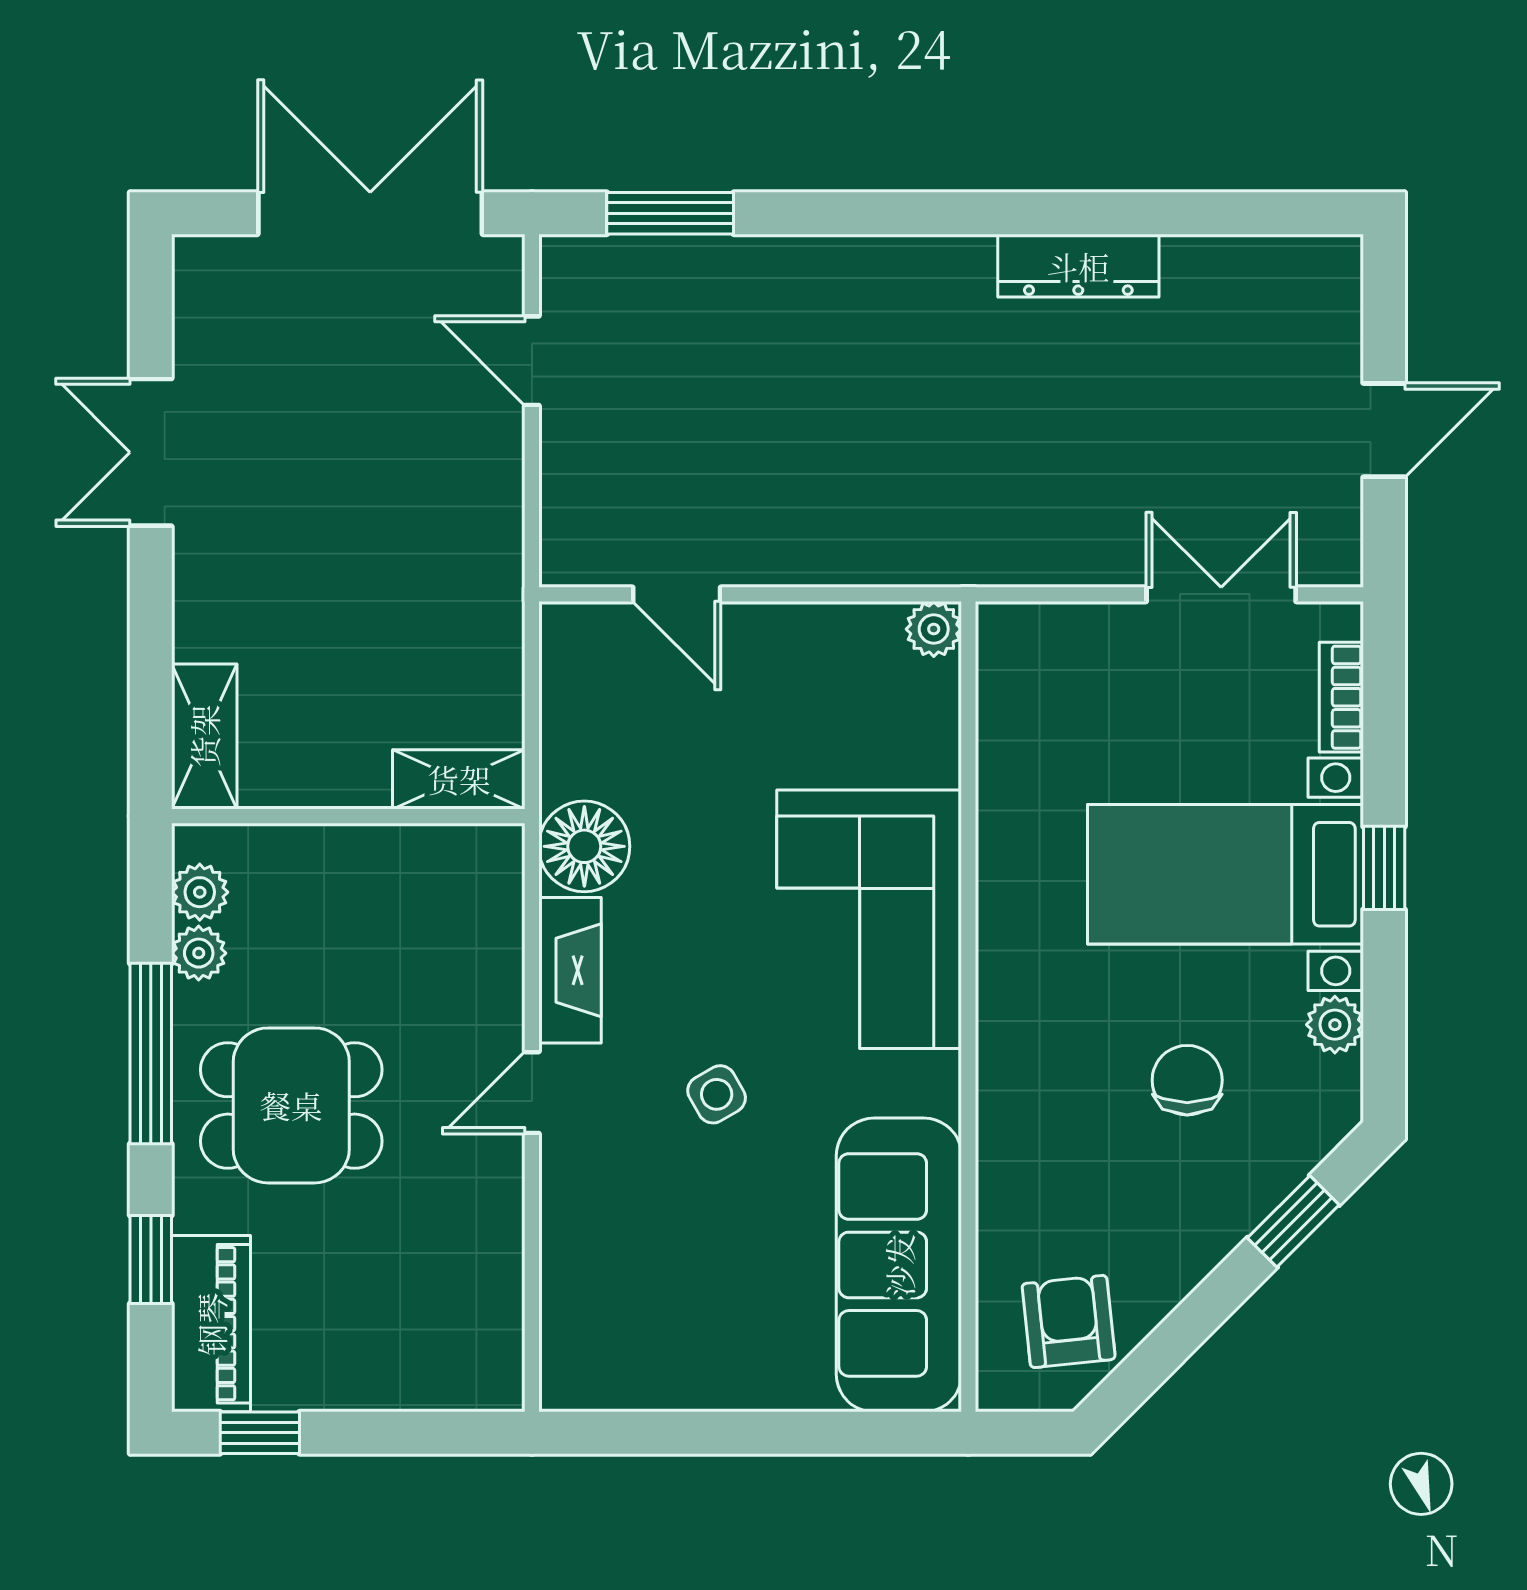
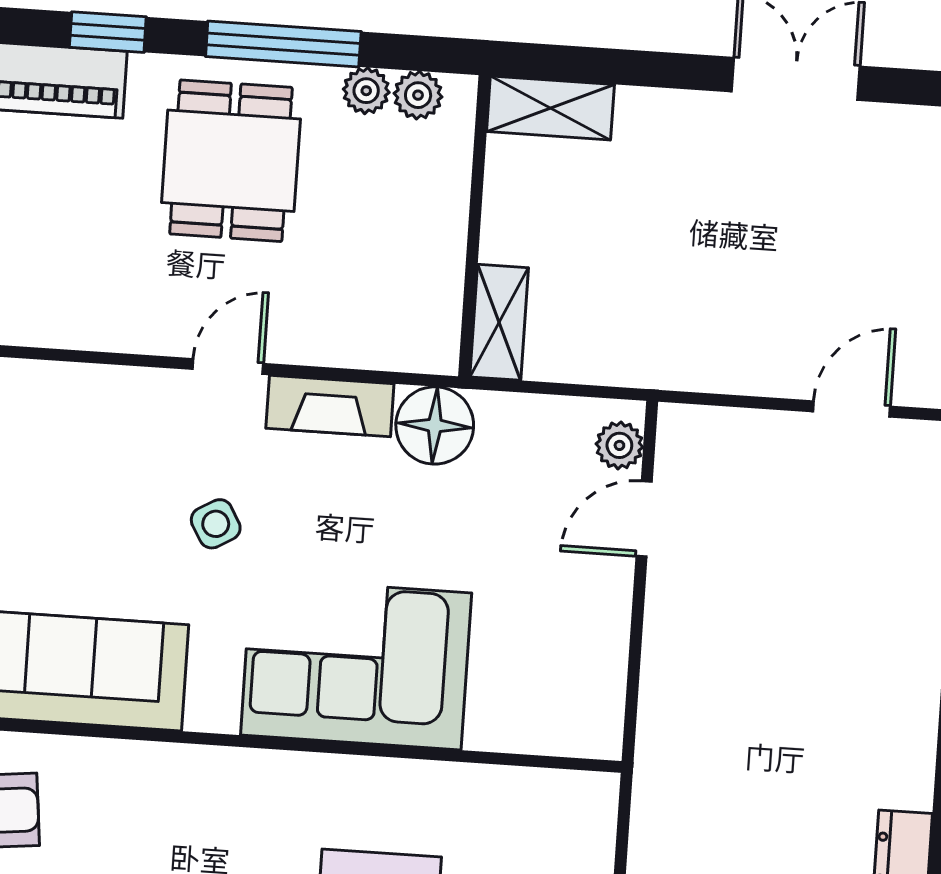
plant: (934, 629) -> (619, 445), moved
door: (532, 1093) -> (228, 366), hinge flipped

